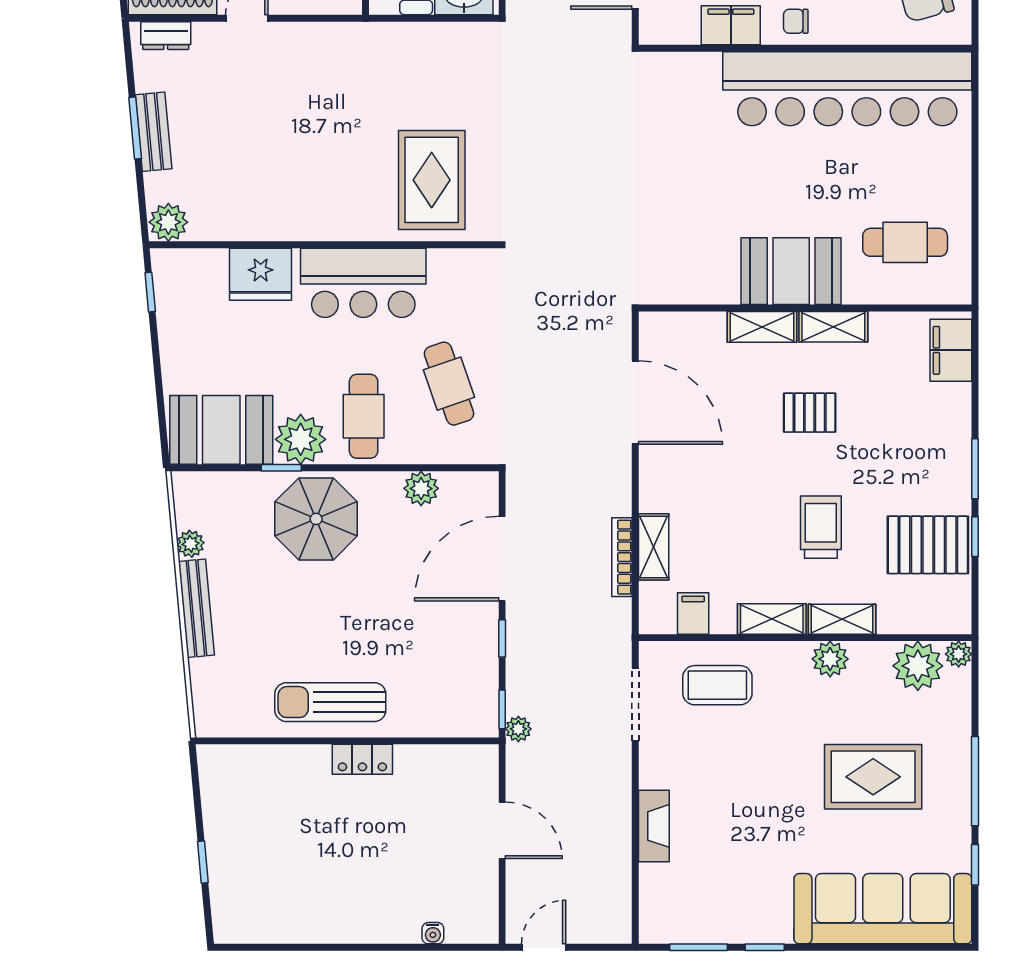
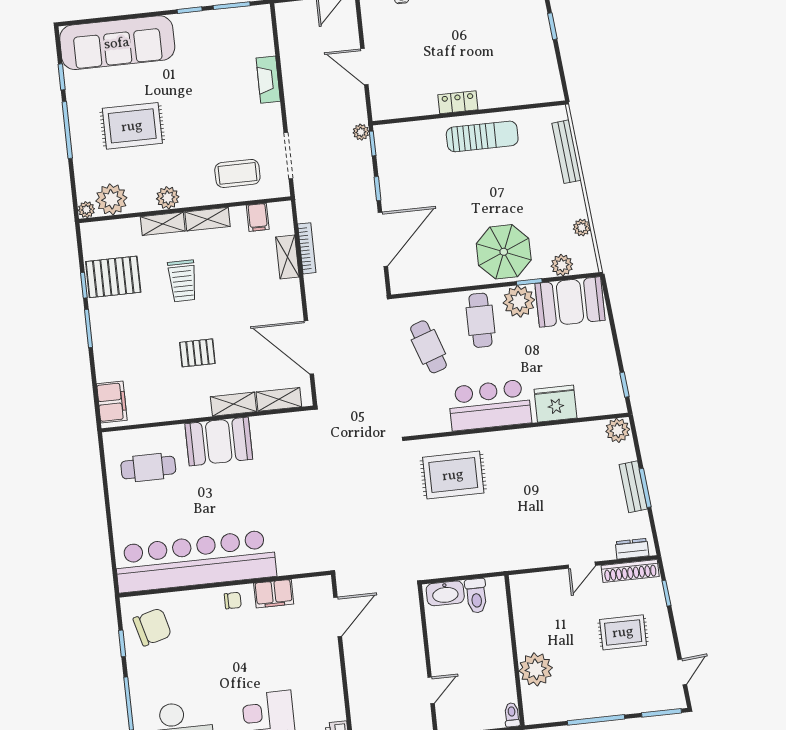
rug: (432, 180) -> (453, 475), turned 90
shelving: (833, 327) -> (279, 399), moved
plant: (421, 488) -> (562, 265), moved
bench: (196, 608) -> (567, 152), moved

